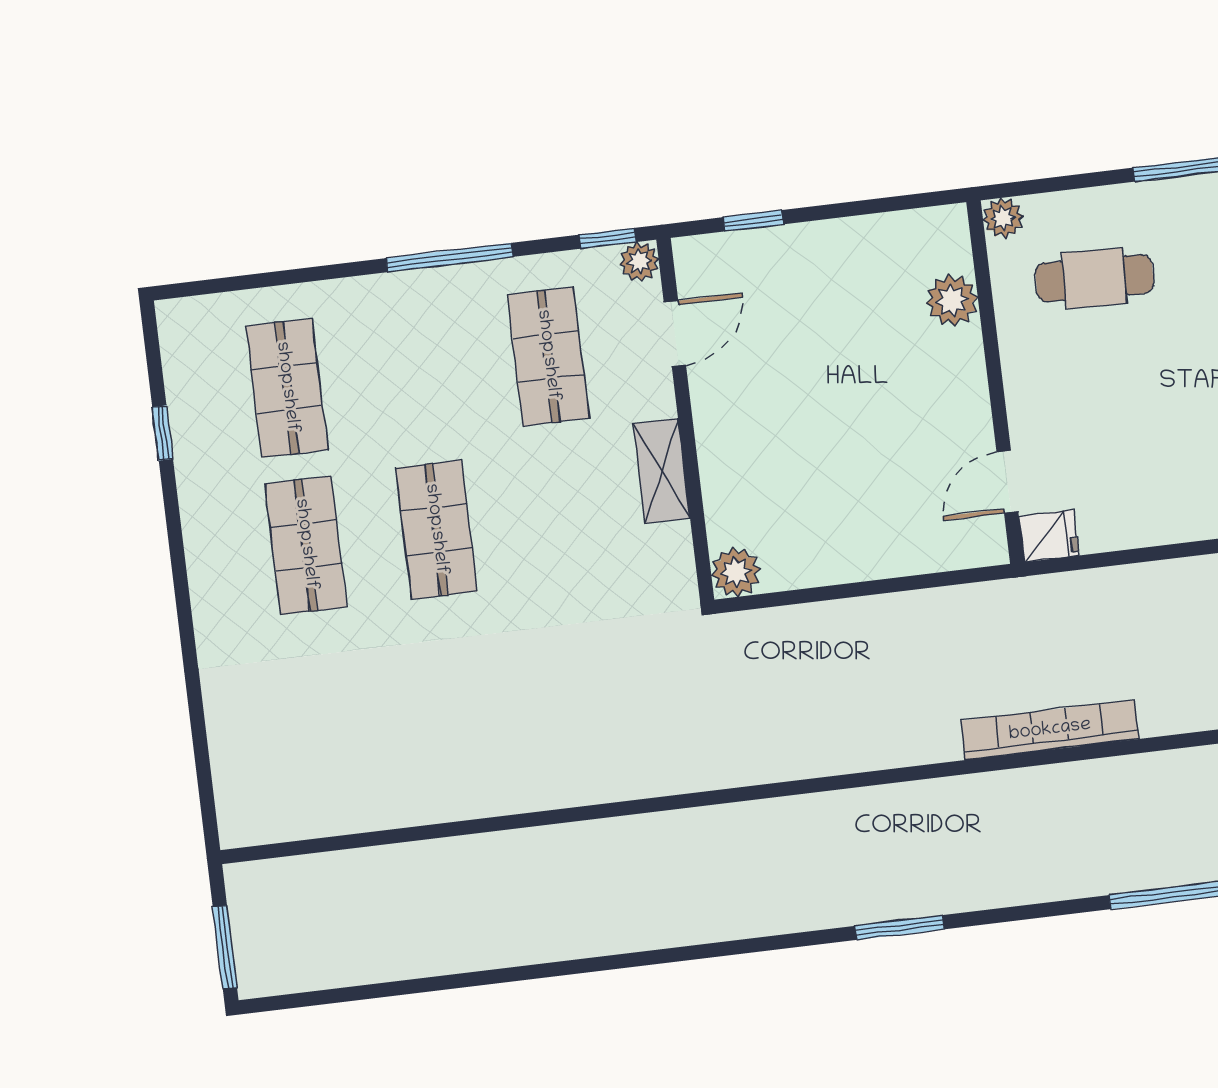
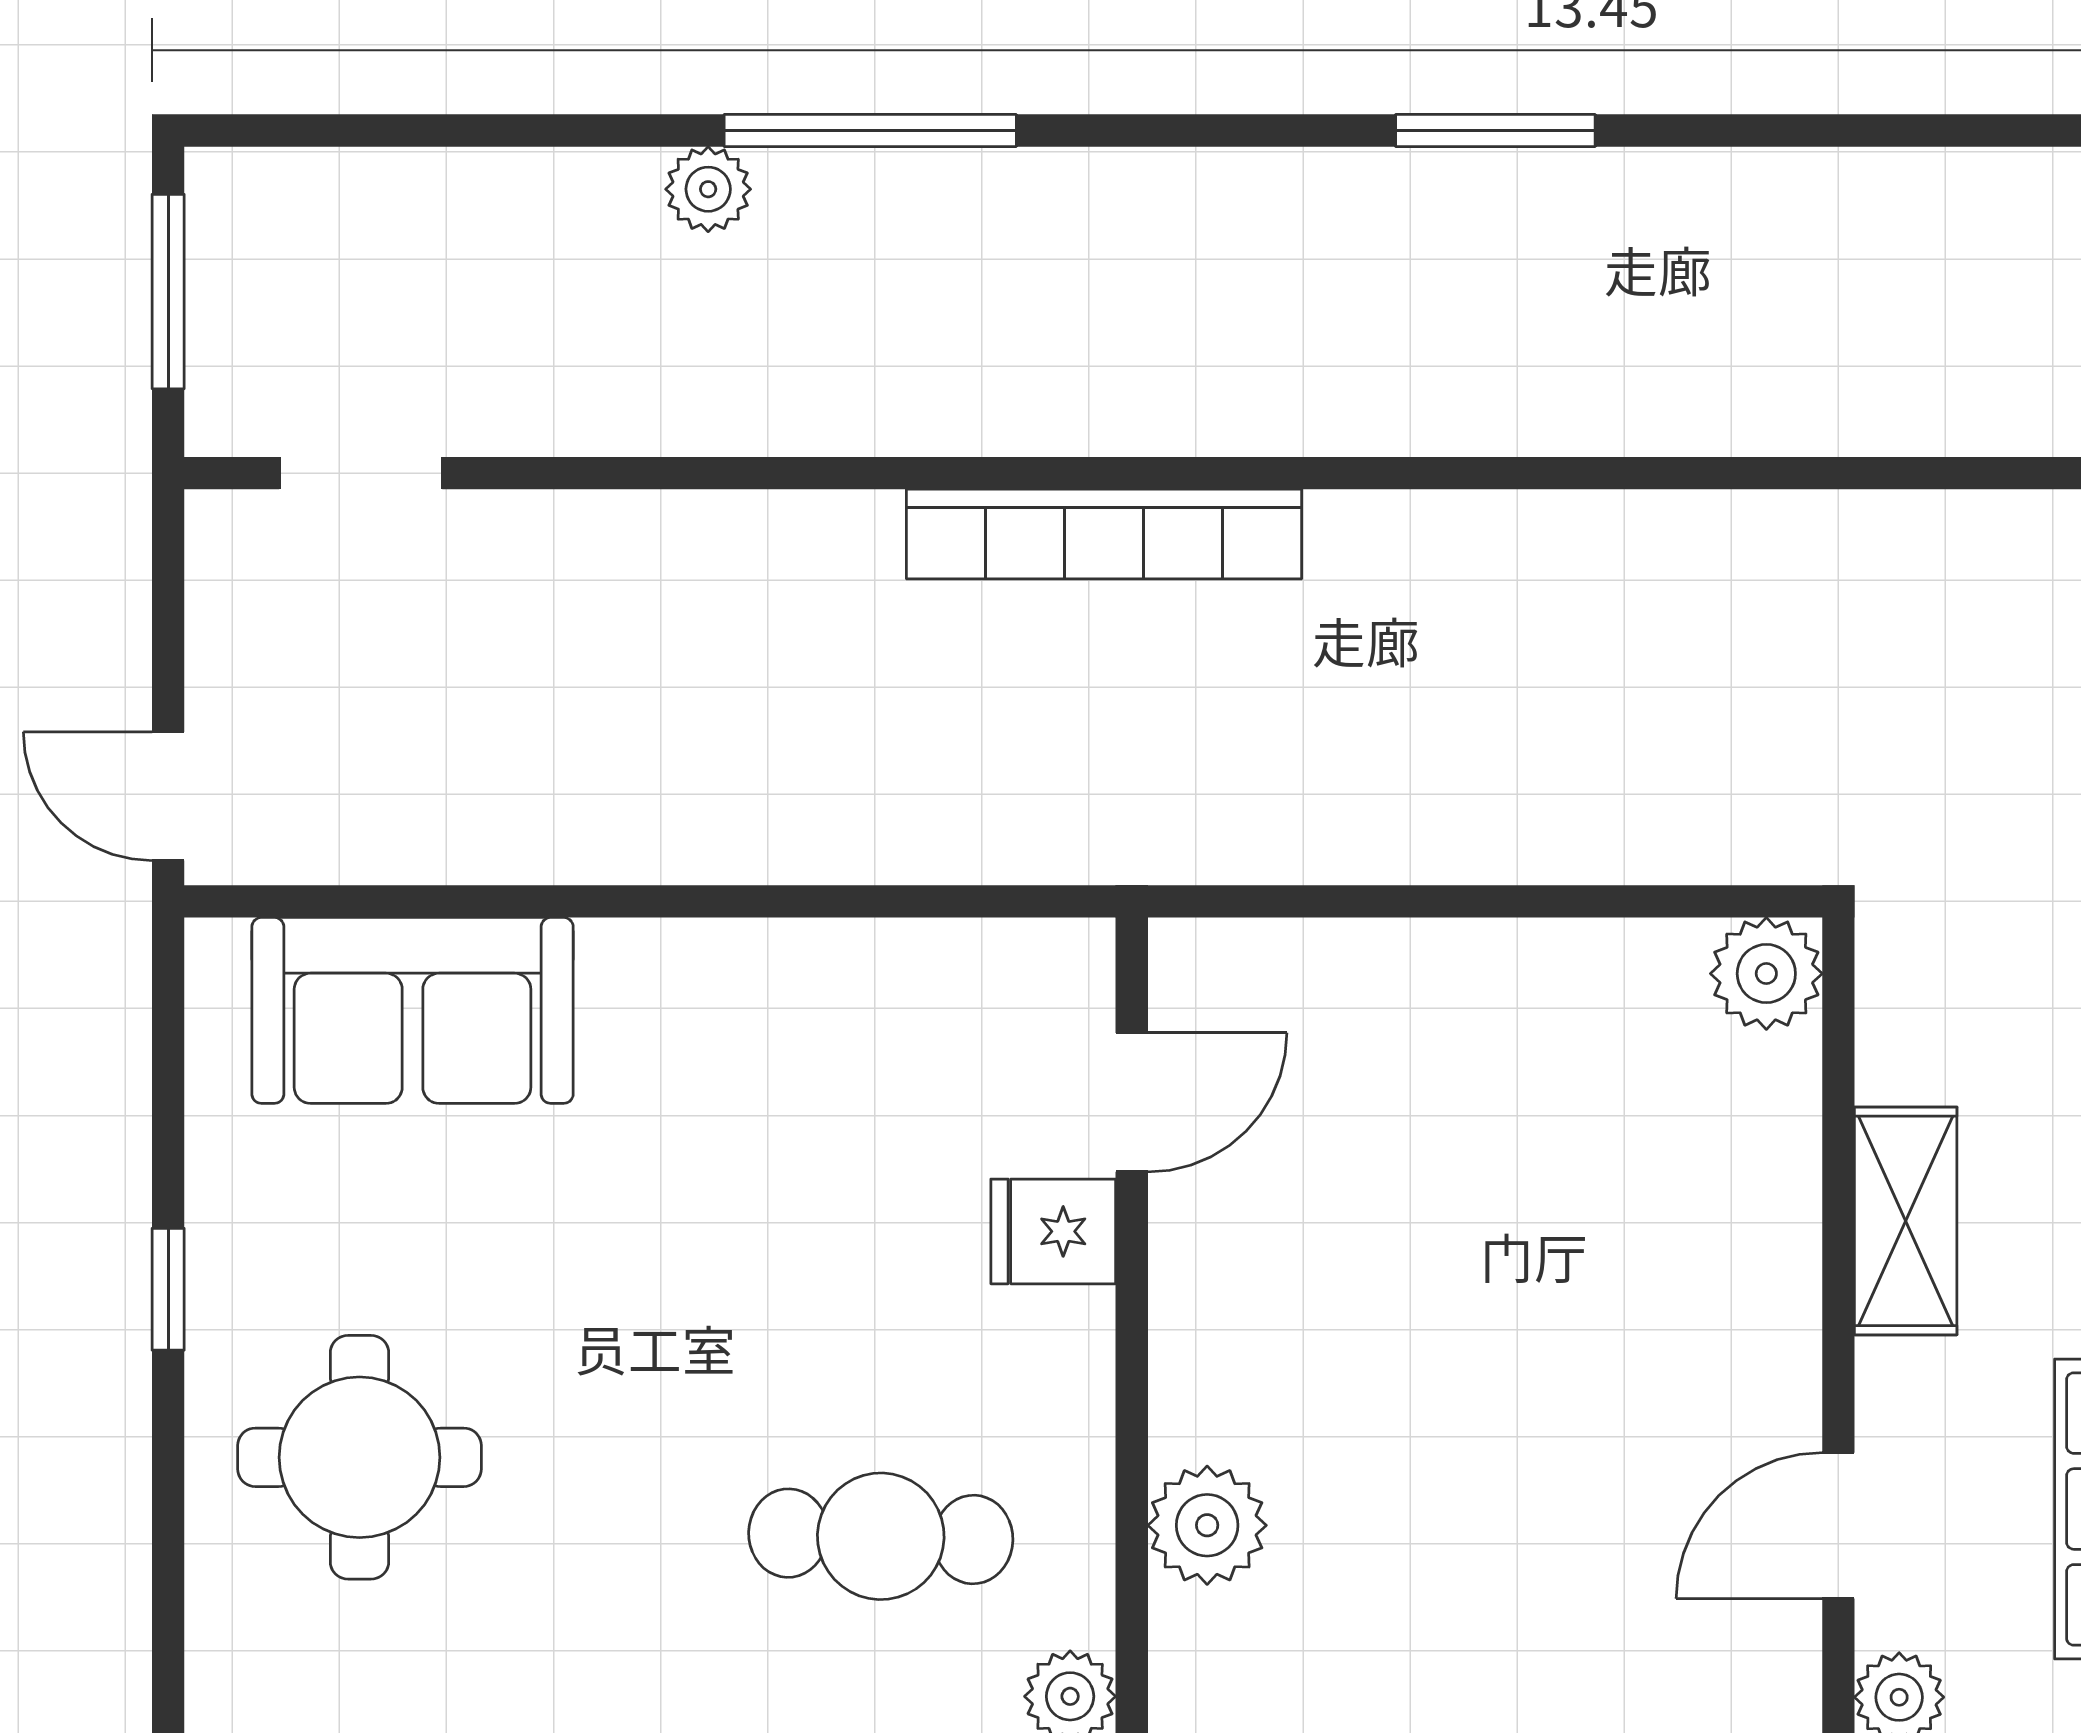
fridge: (1049, 536) -> (1053, 1231), moved

